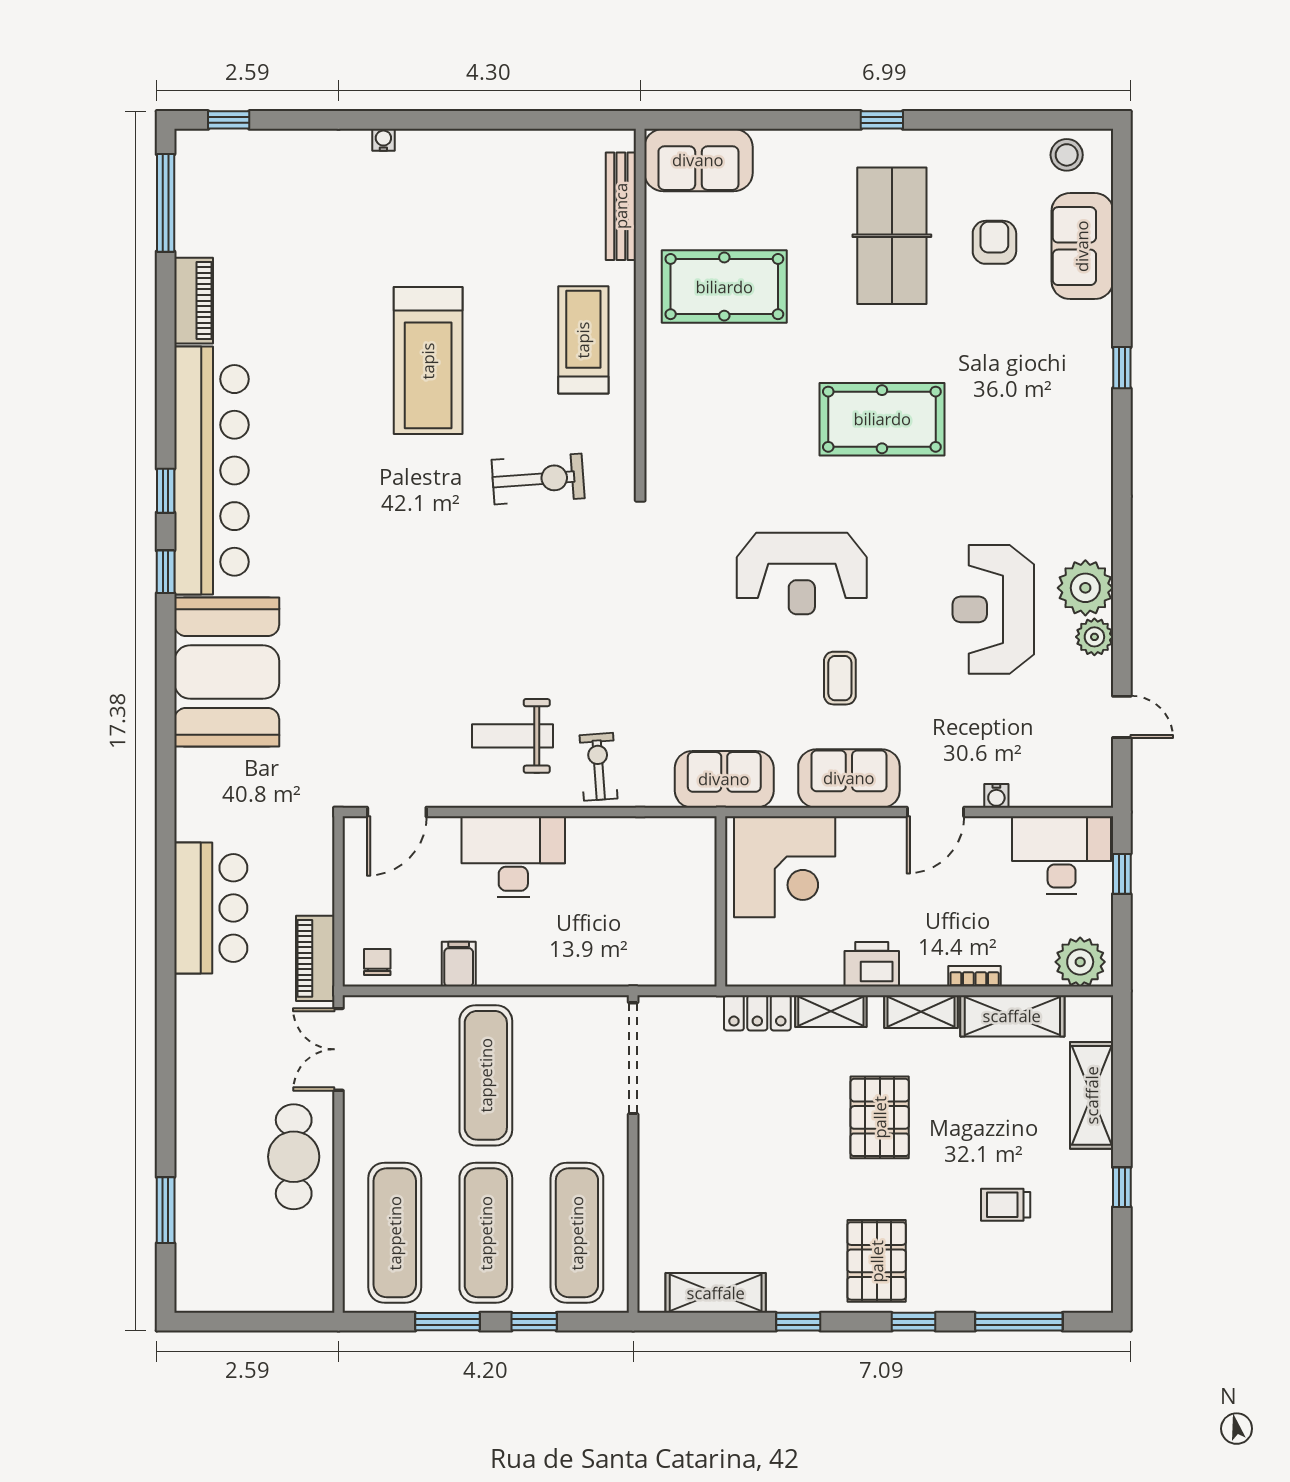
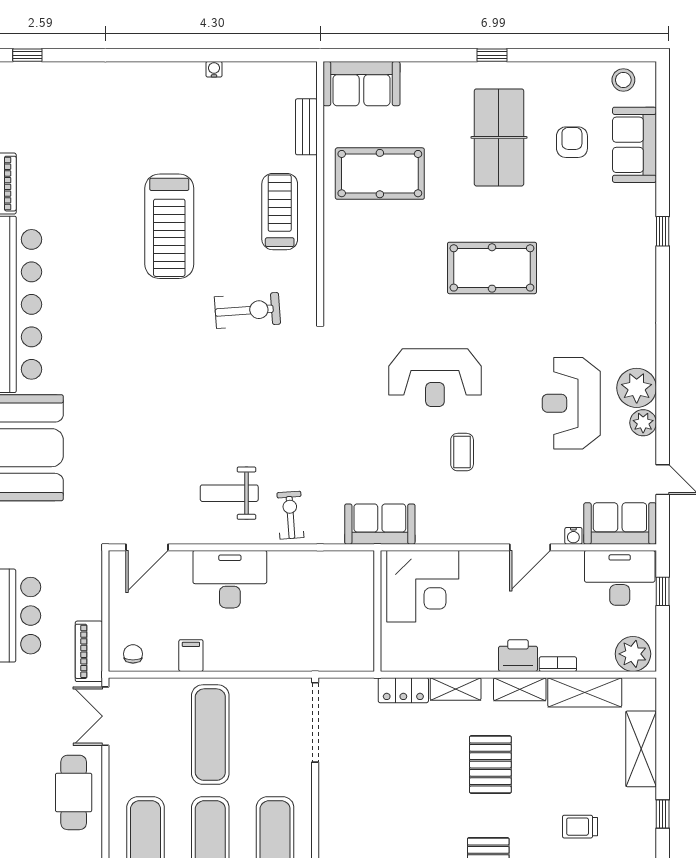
water cooler: (383, 140) -> (214, 69), moved
bench: (621, 206) -> (306, 127), width x0.73
sofa: (849, 778) -> (620, 523), moved
printer: (872, 964) -> (518, 656), moved

